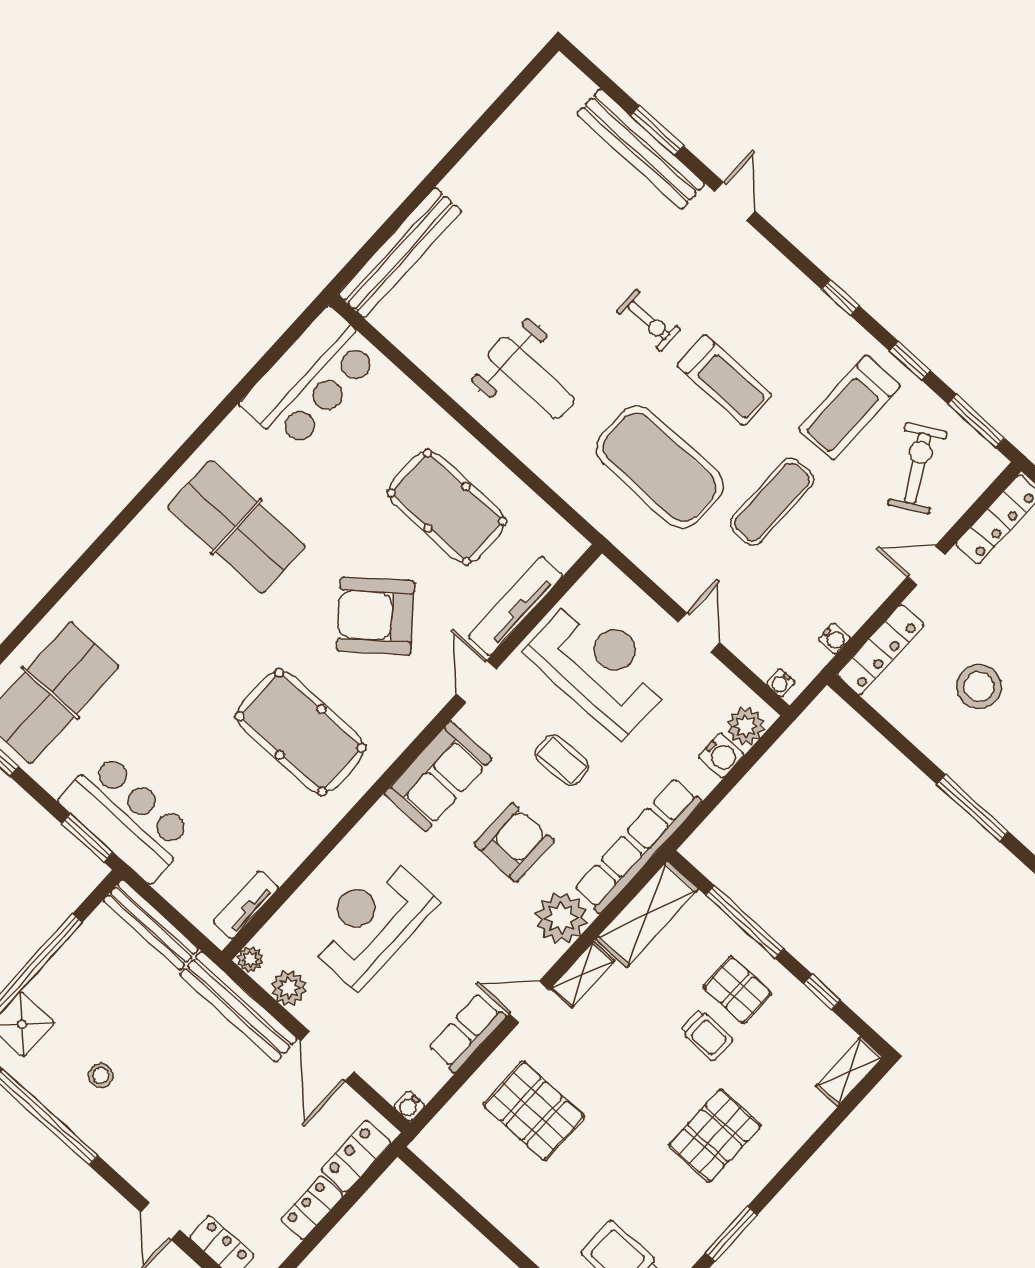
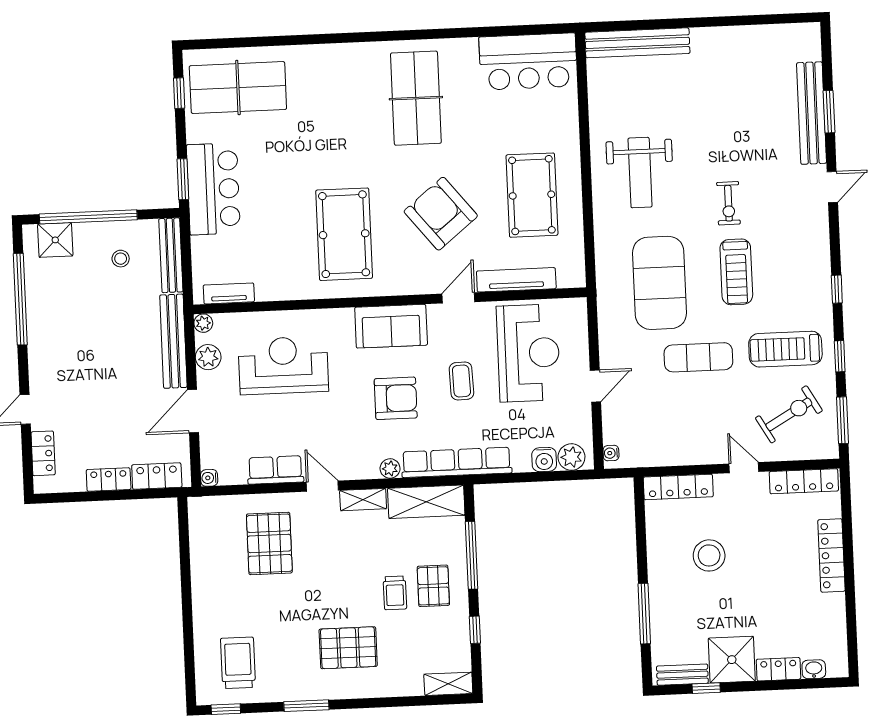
water cooler: (834, 639) -> (660, 458), removed
plant: (561, 918) -> (390, 468), width x0.53, depth x0.53
stool: (101, 1075) -> (121, 259), moved

